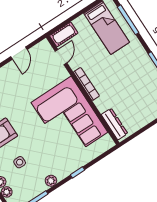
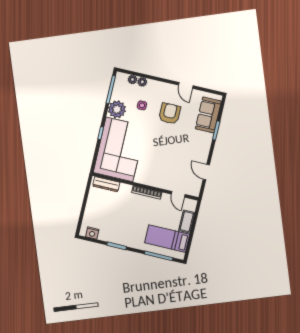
cot: (64, 34) -> (187, 222), moved
corner sofa: (69, 117) -> (119, 149), moved, turned 90
plant: (51, 181) -> (117, 109), width x1.87, depth x1.87

